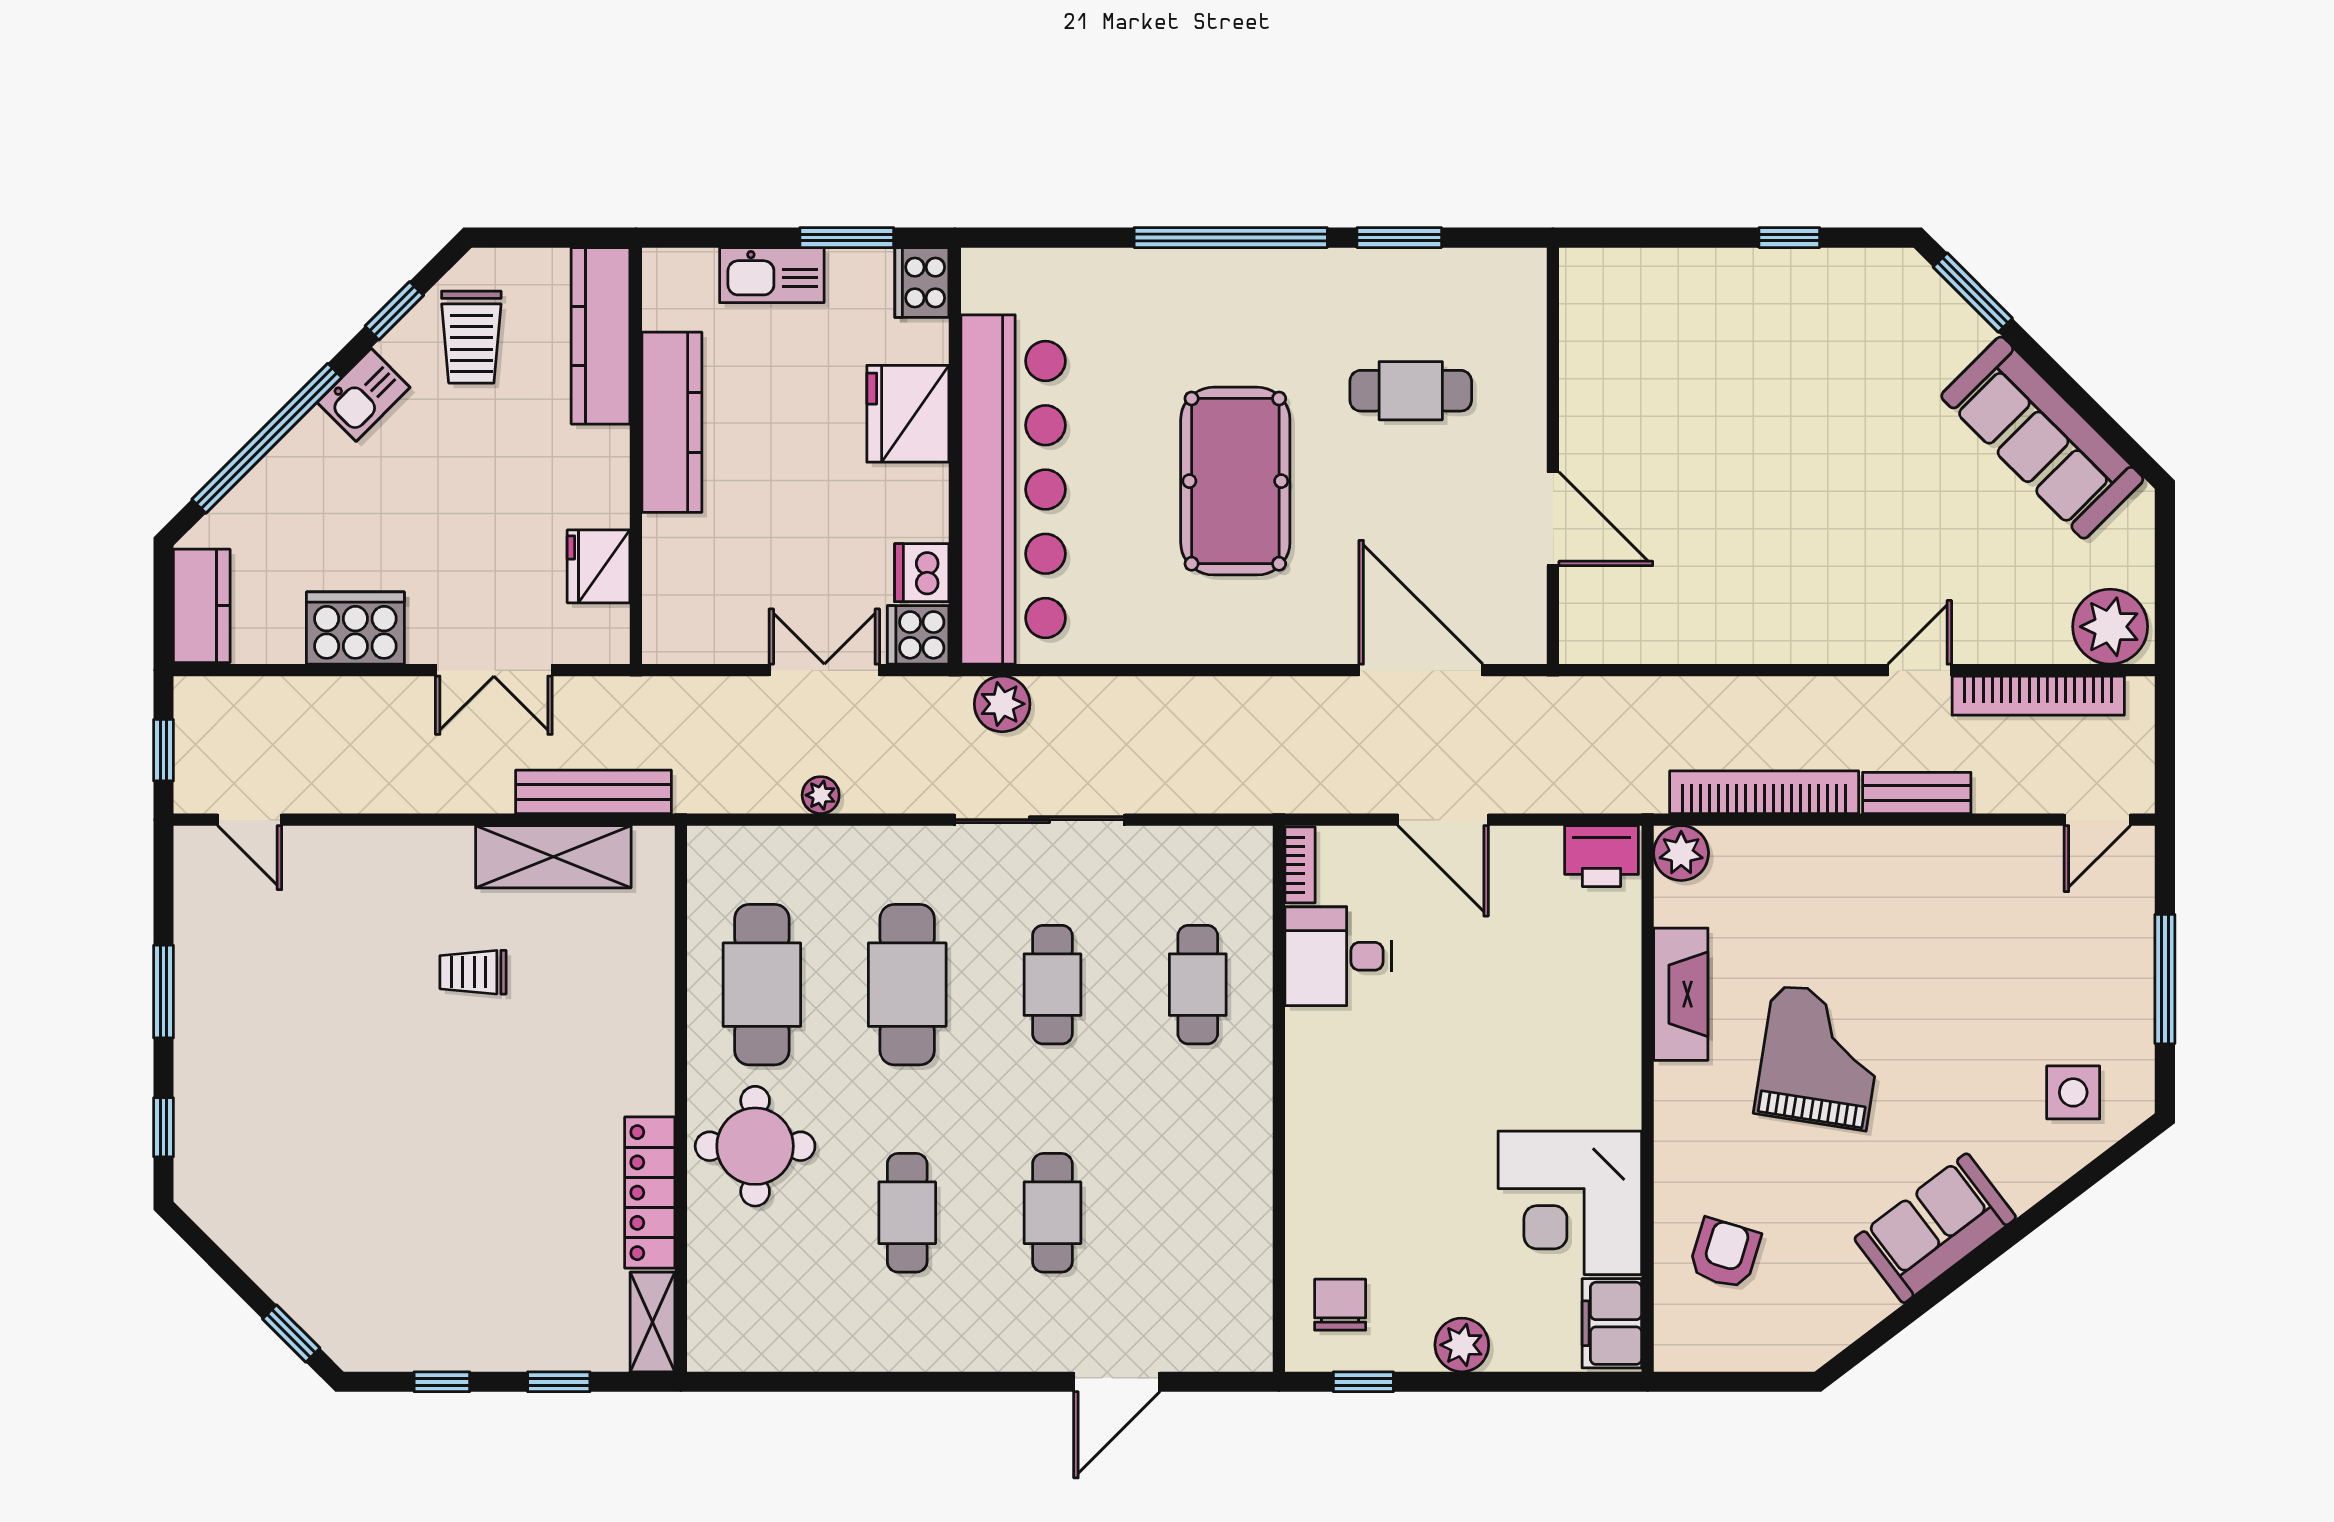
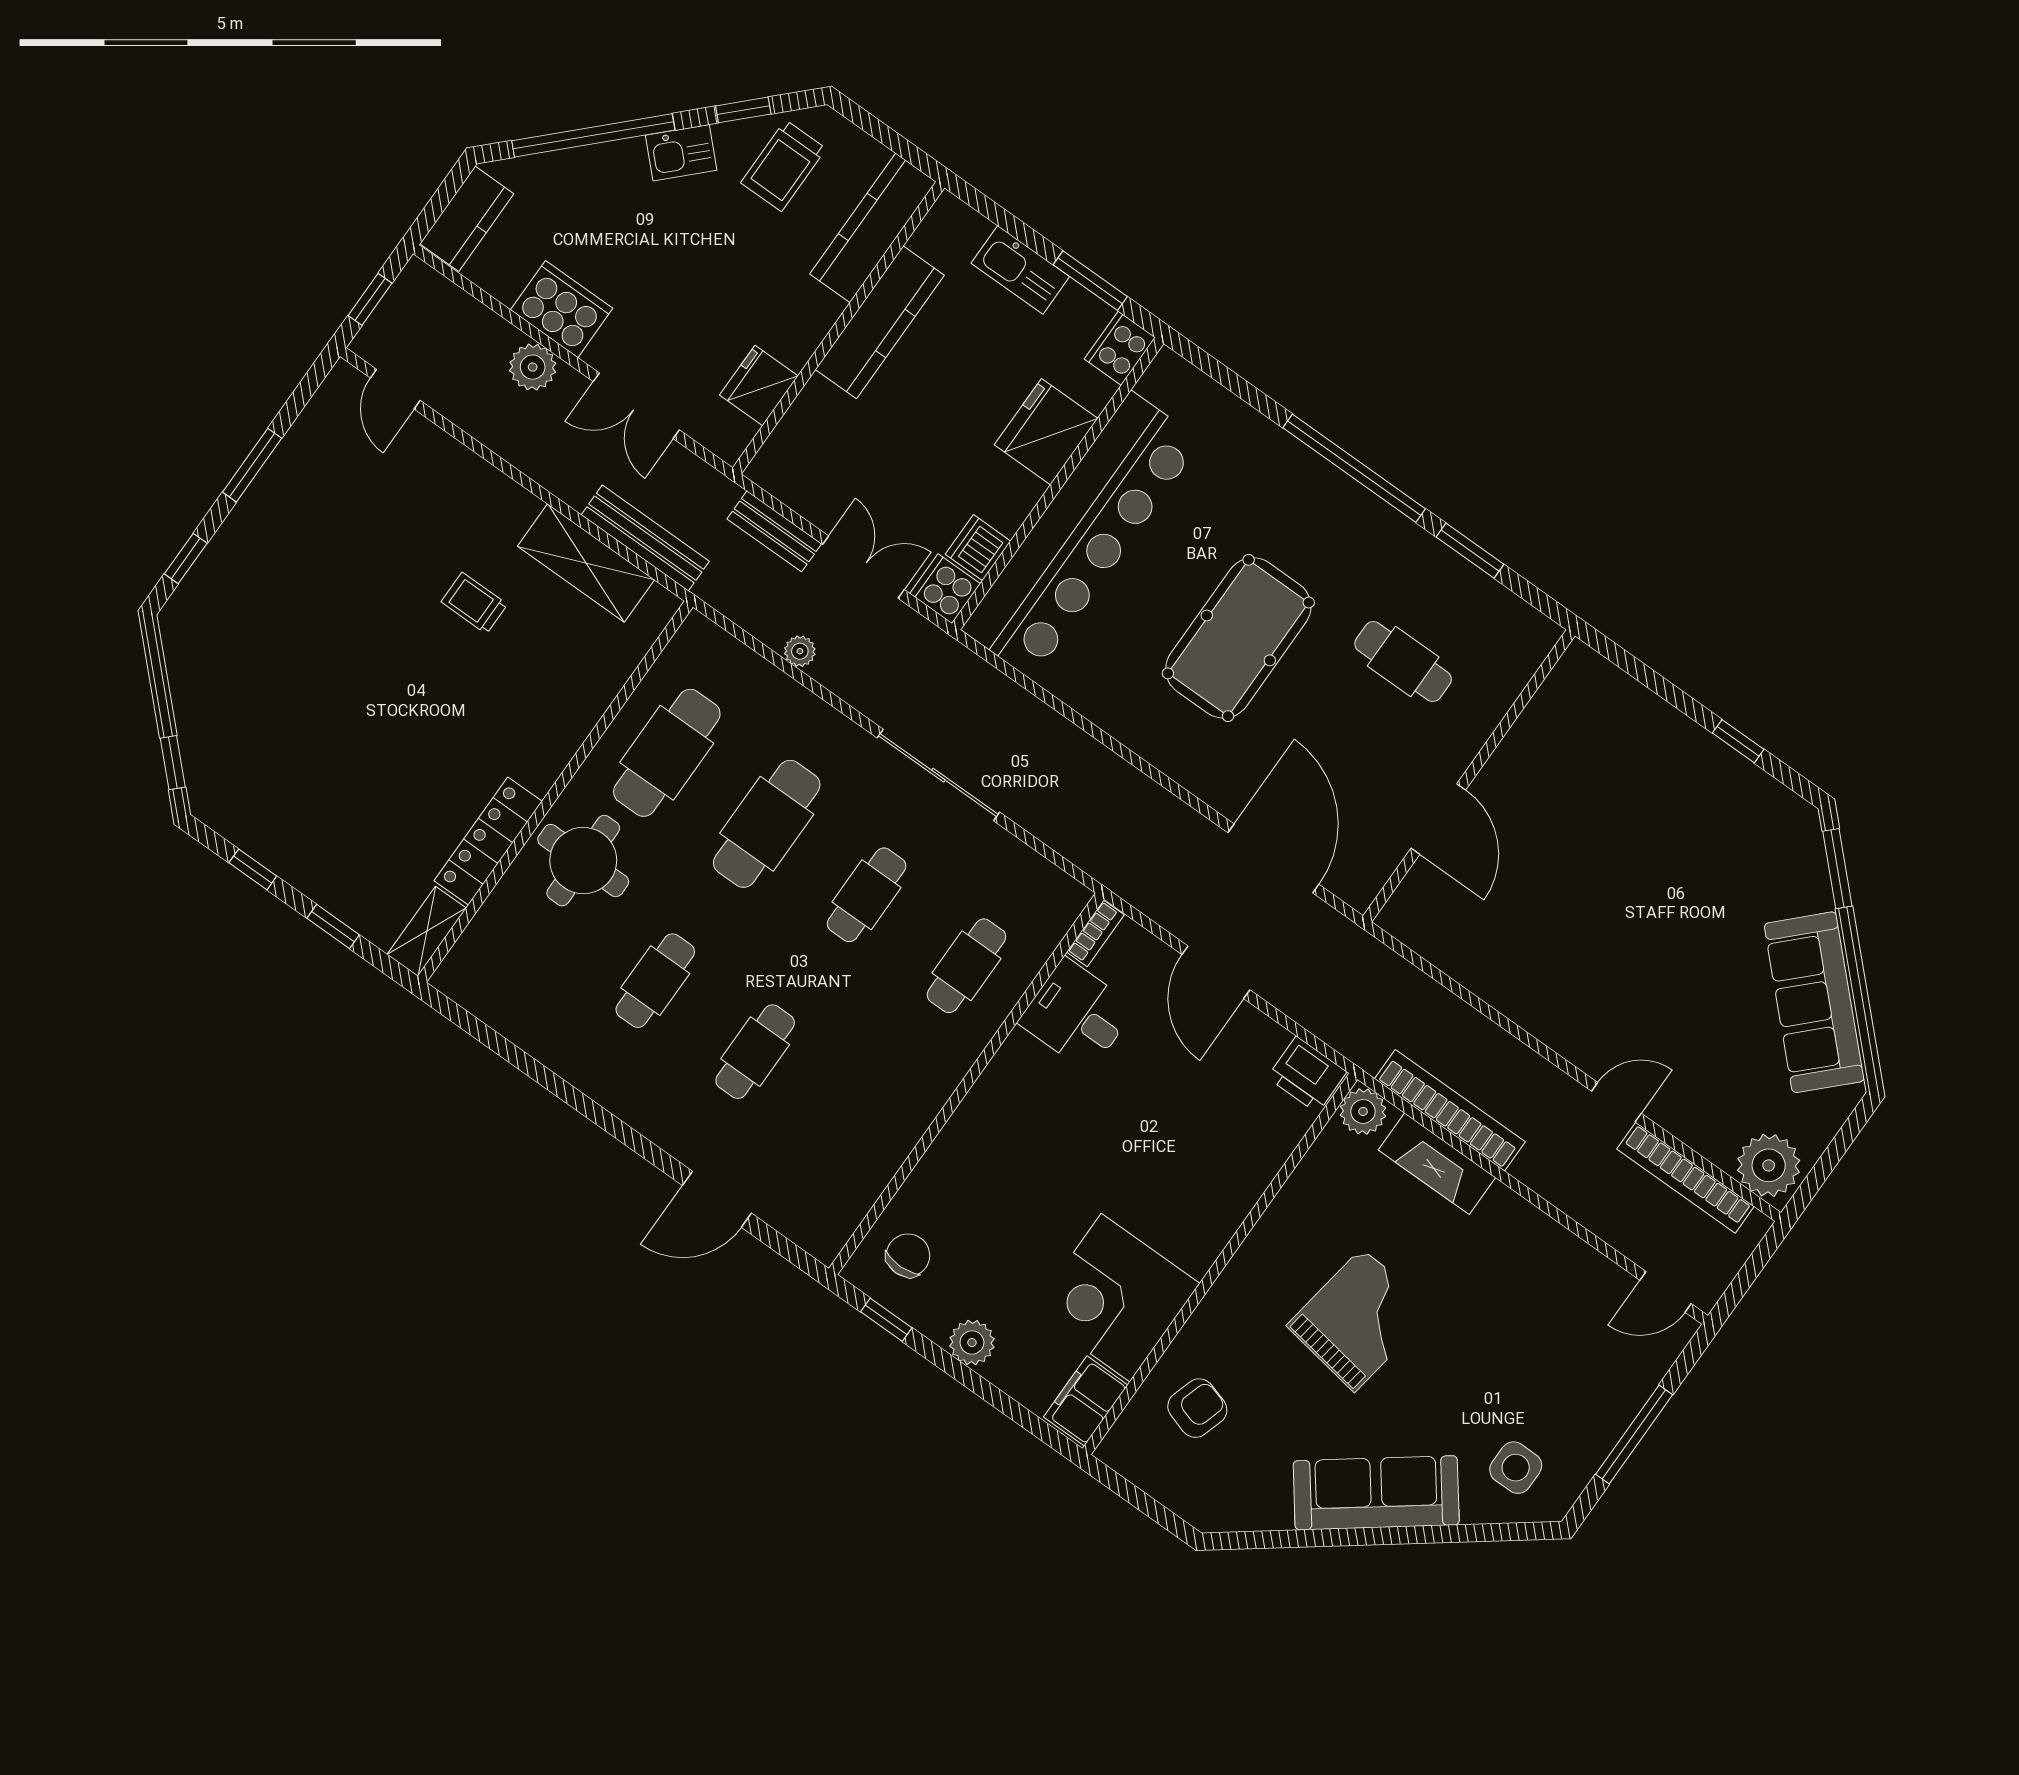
plant: (1002, 704) -> (533, 367), moved
bench: (1917, 793) -> (774, 531), moved
fireplace: (1681, 994) -> (1437, 1164), moved, turned 90
sofa: (1935, 1228) -> (1376, 1493), width x1.36

